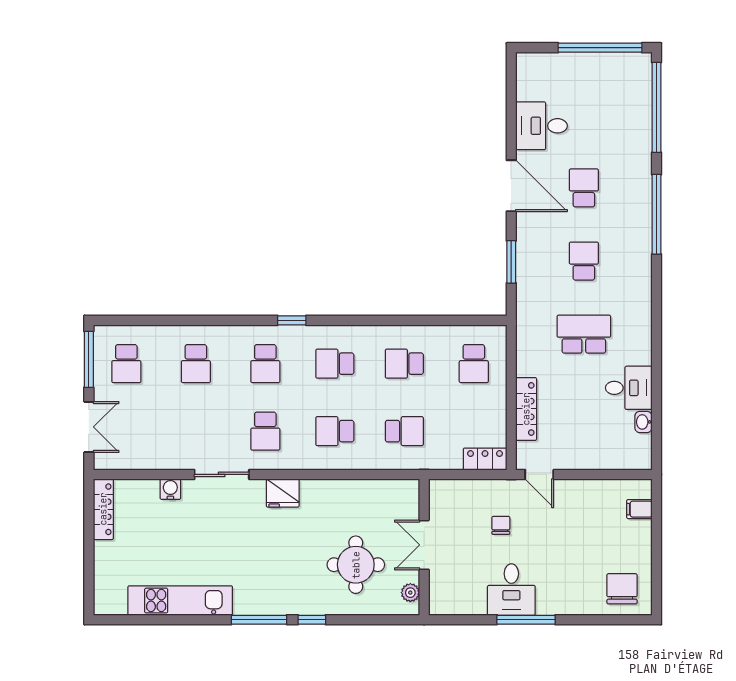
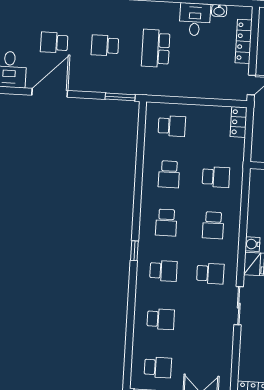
window: (511, 262) -> (120, 97), moved
locker: (526, 409) -> (244, 41), moved, turned -90
school desk: (404, 431) -> (216, 177), turned 90
water cooler: (170, 489) -> (252, 244), moved

